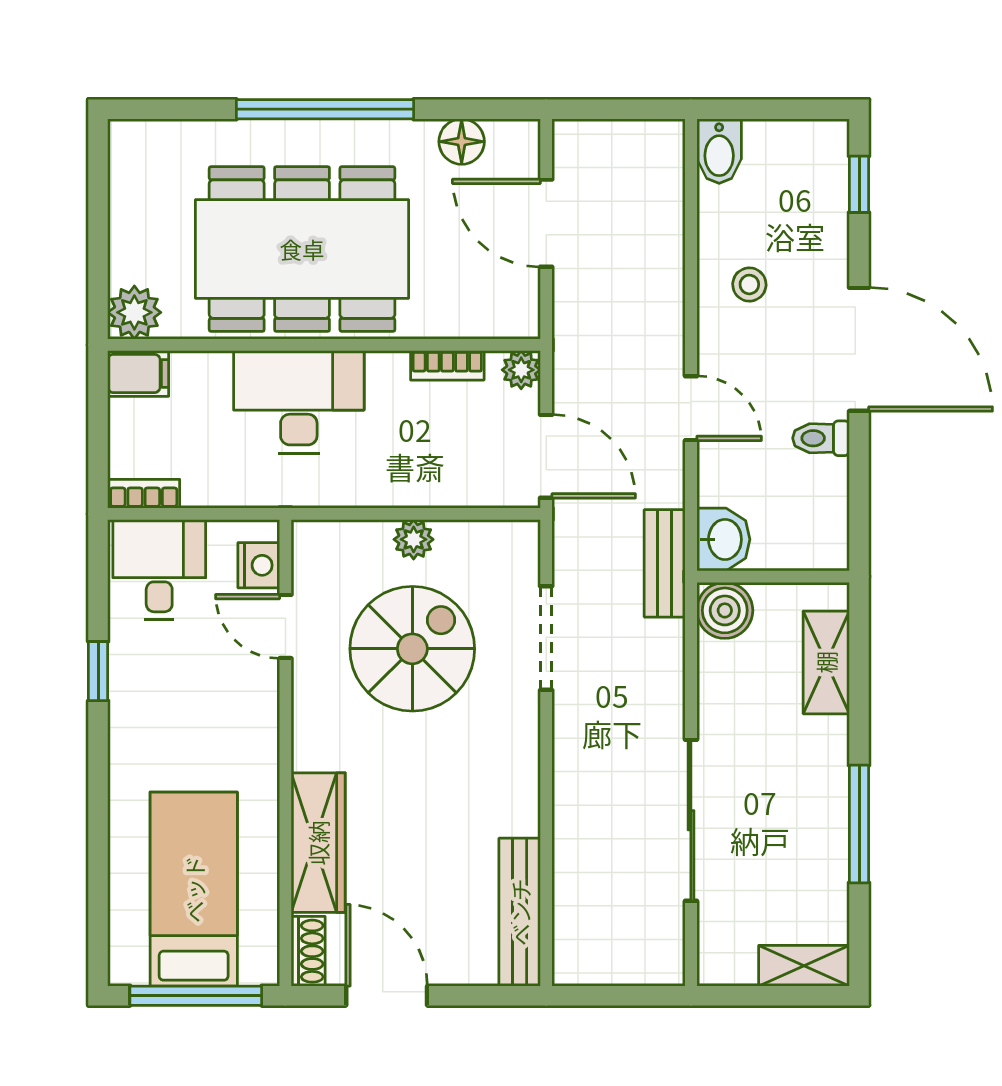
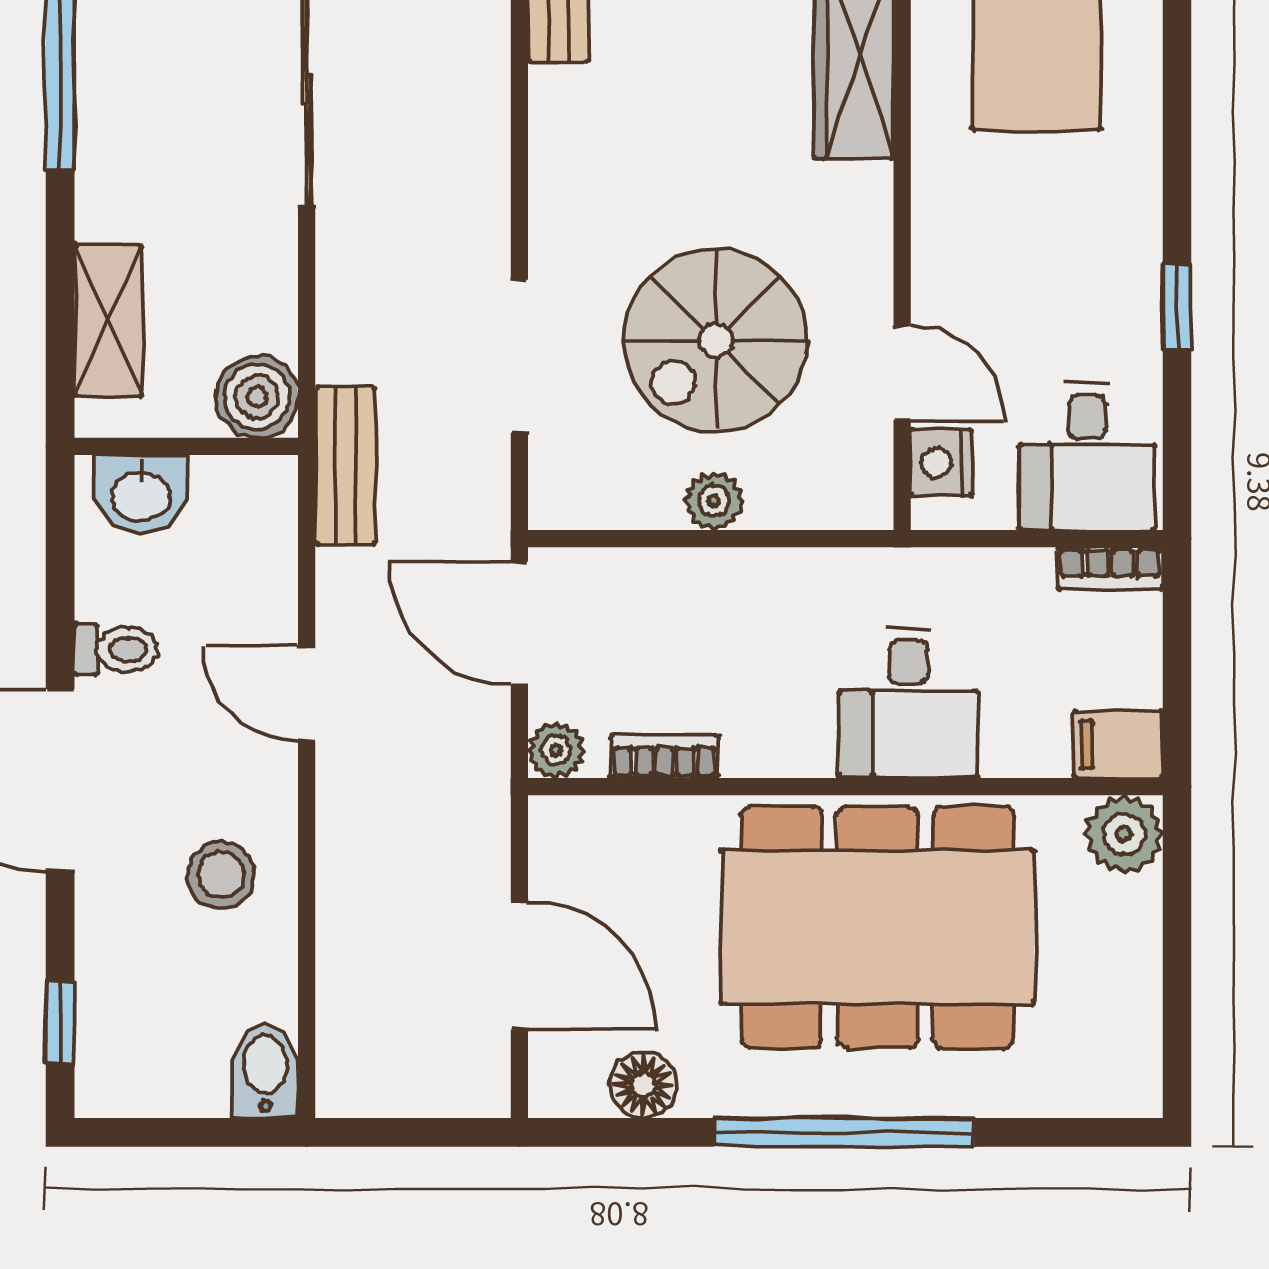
stool: (749, 284) -> (221, 875), width x1.37, depth x1.37
desk: (299, 402) -> (908, 703), width x0.73
washbasin: (723, 539) -> (141, 494), moved, turned -90

